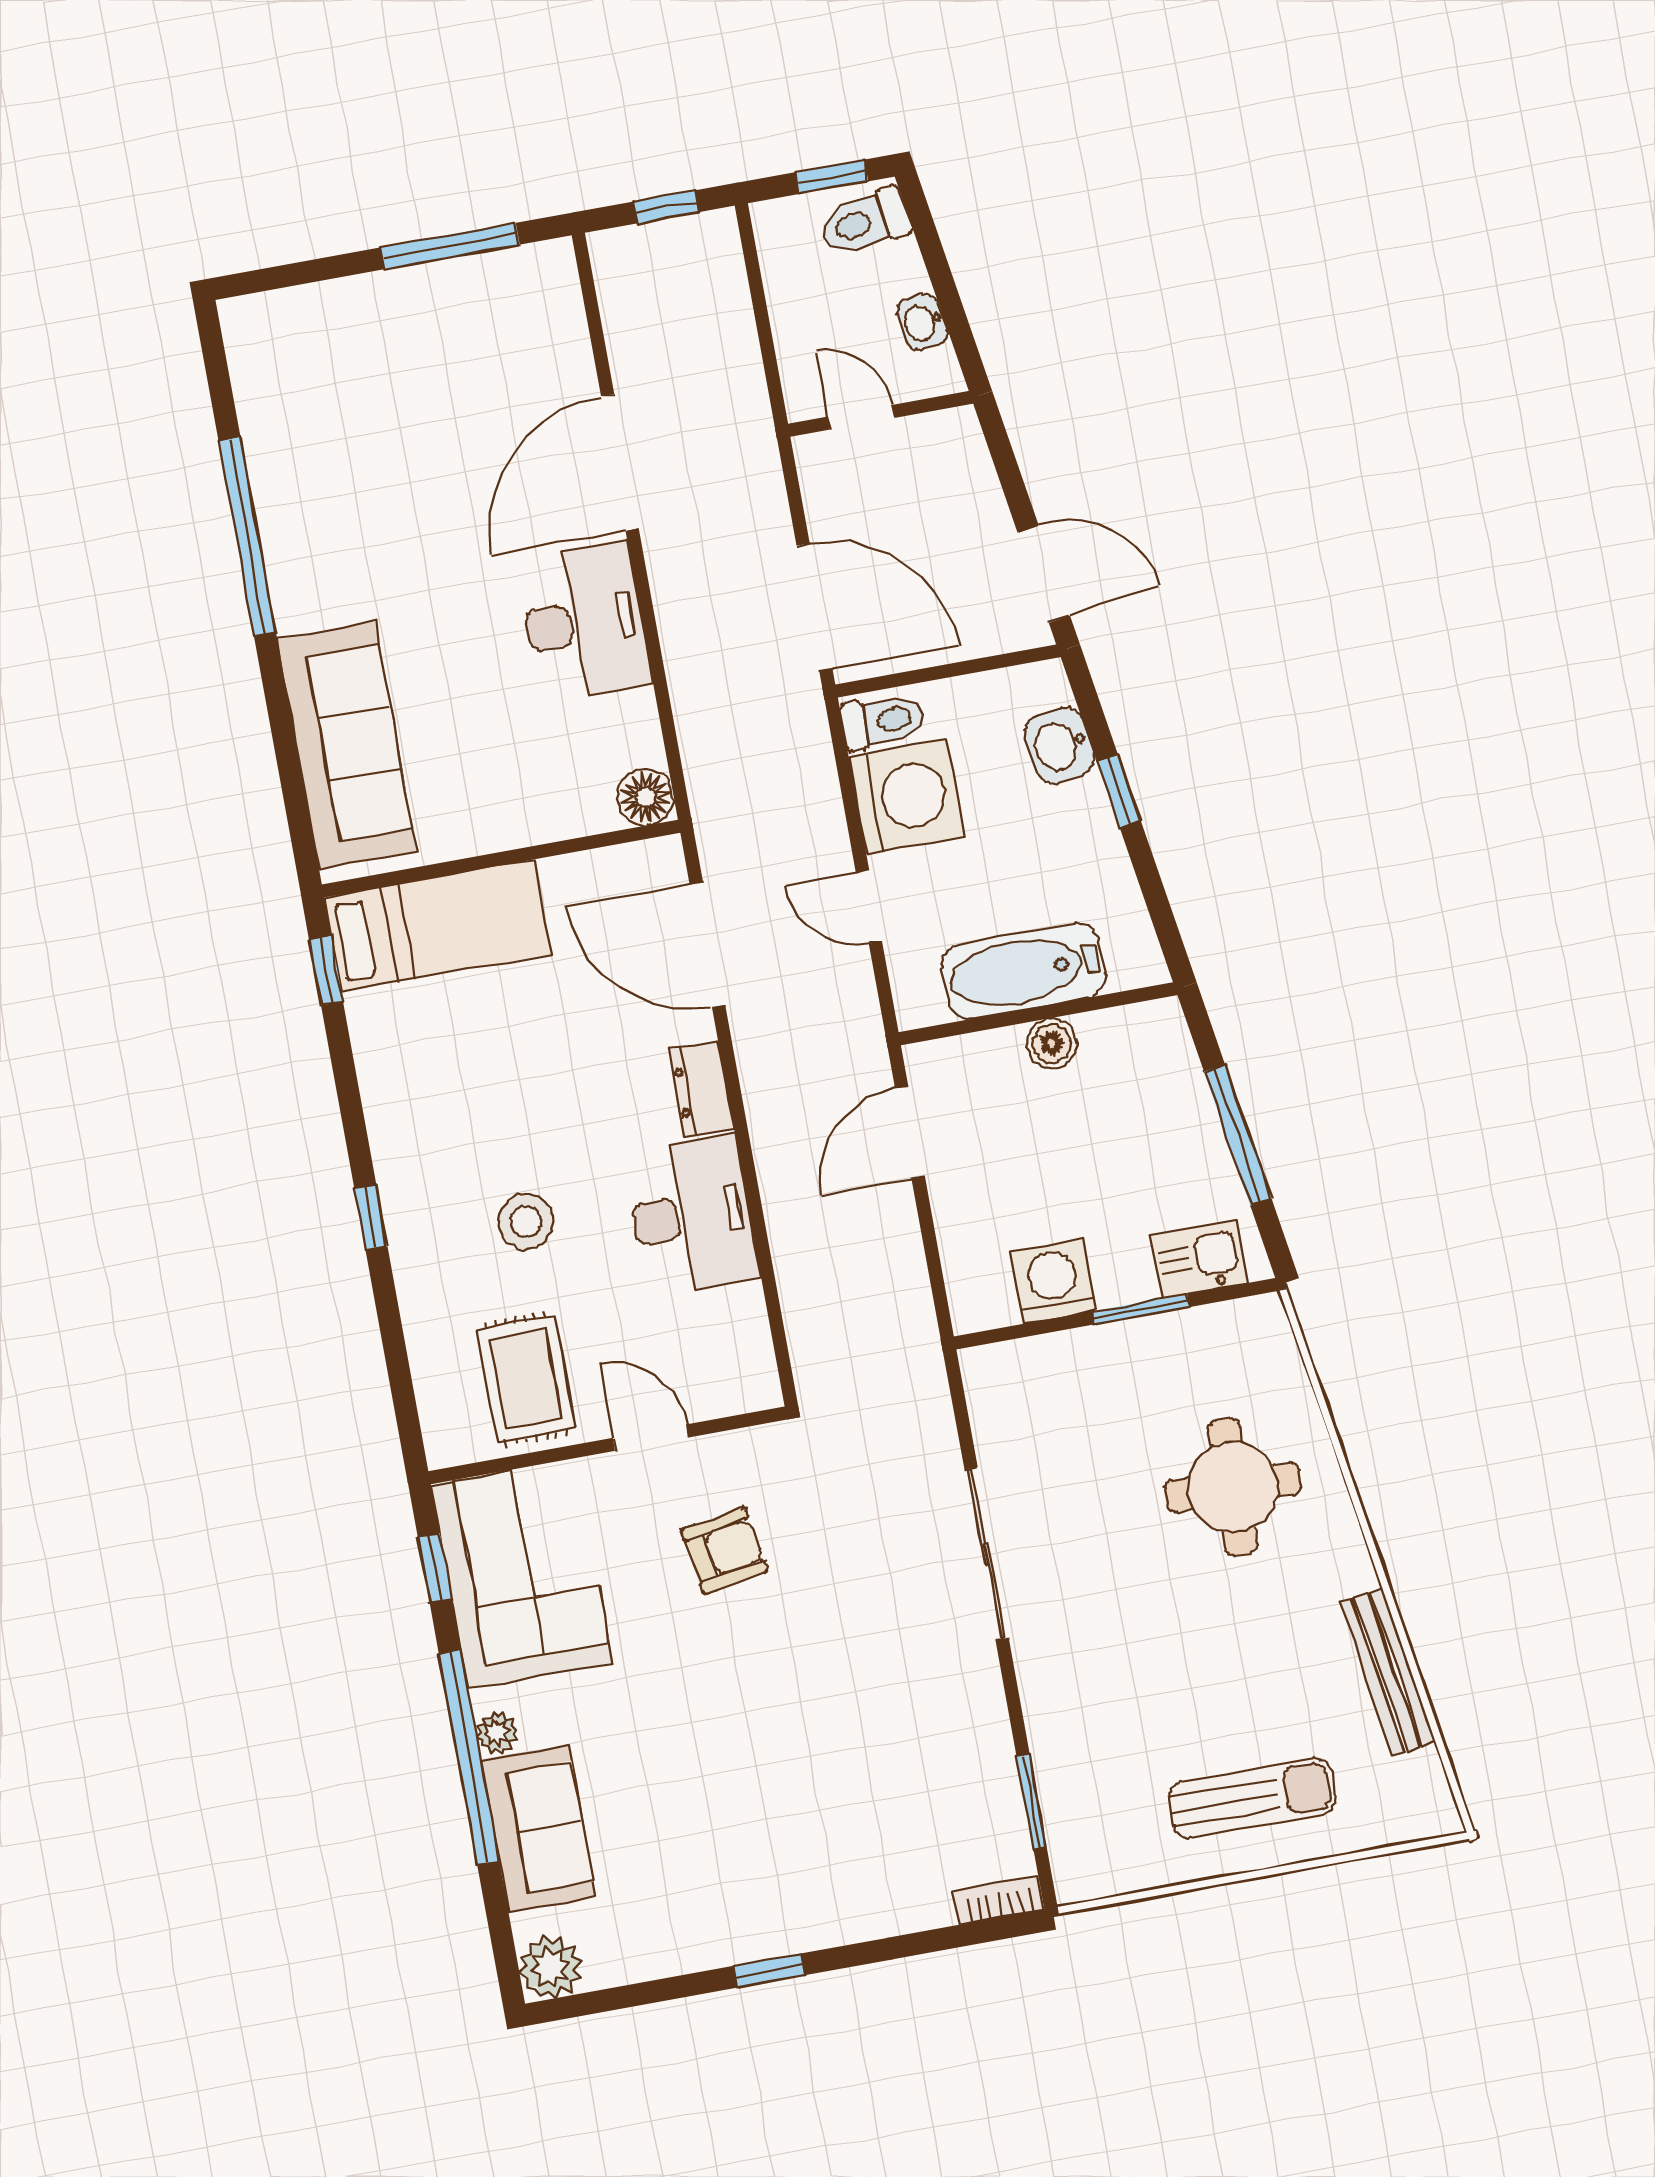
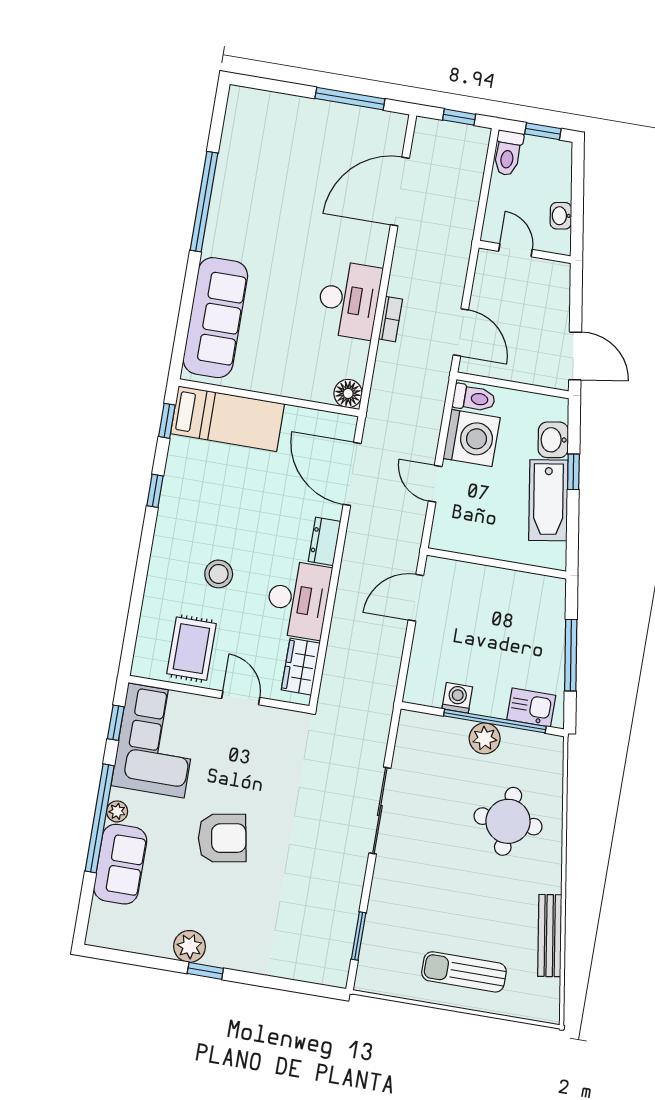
toilet: (864, 222) -> (508, 153), moved, turned -81
door: (620, 462) -> (400, 192), moved
door: (815, 607) -> (461, 332), width x0.73
bathtub: (1024, 971) -> (548, 500), moved, turned -99
boiler: (1052, 1043) -> (498, 580), removed
window: (371, 1217) -> (155, 491), moved
washing machine: (1053, 1281) -> (457, 698), width x0.73, depth x0.73
window: (1141, 1309) -> (495, 721), width x2.11
wardrobe: (742, 1339) -> (301, 667), added
plant: (1133, 1348) -> (485, 738), added
armchair: (724, 1551) -> (222, 838), moved, width x1.38, depth x1.38
sun lounger: (1252, 1798) -> (464, 972), turned 180
bookcase: (999, 1900) -> (390, 319), moved, turned 90
plant: (550, 1967) -> (190, 946), moved

